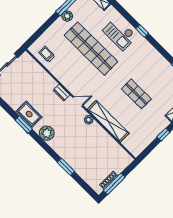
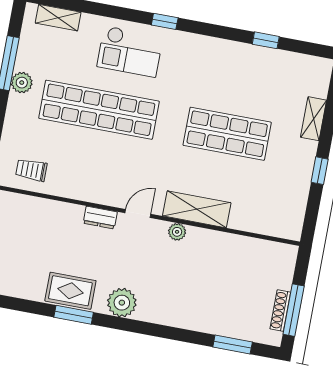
shop shelf: (136, 94) -> (227, 134), width x1.43, depth x1.36
shelving: (108, 121) -> (197, 209), width x0.68
window: (66, 167) -> (233, 345), moved

